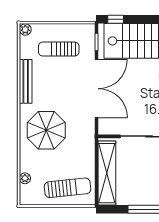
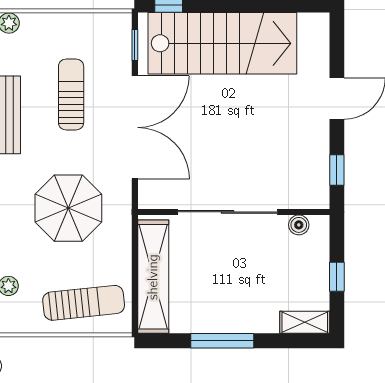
sun lounger: (59, 49) -> (71, 94), moved, turned 90
parasol: (46, 130) -> (68, 208), moved

